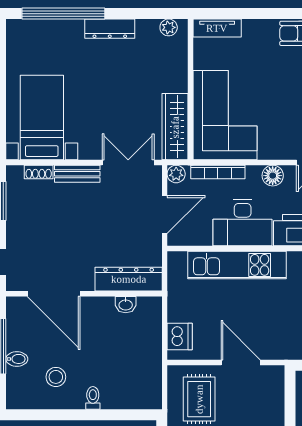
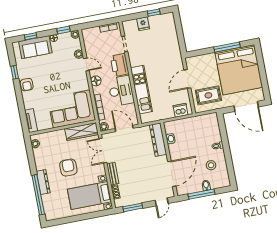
dresser: (110, 29) -> (43, 182), moved
armchair: (107, 86) -> (68, 168), added

